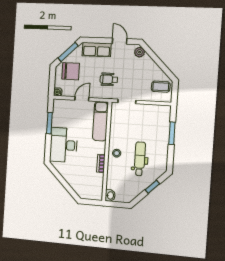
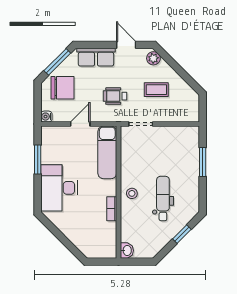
coffee table: (161, 87) -> (156, 90), moved

